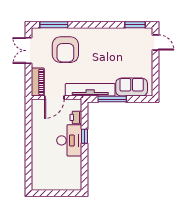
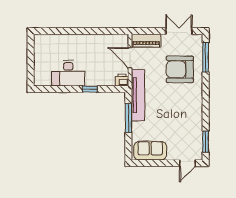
sofa: (132, 87) -> (150, 151), moved, turned -90
printer: (76, 117) -> (122, 80), moved
desk: (69, 140) -> (68, 73), moved

